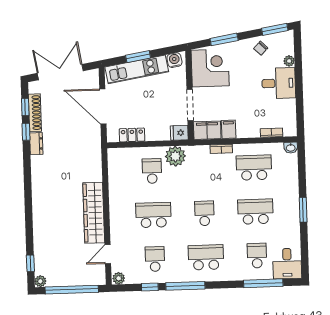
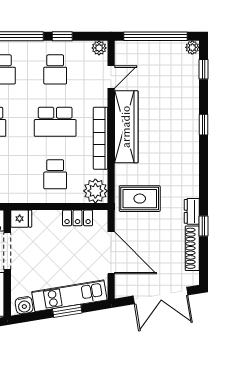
window: (25, 107) -> (203, 125), moved
rug: (80, 153) -> (140, 199), added
plant: (175, 156) -> (95, 191), moved
bookcase: (115, 202) -> (101, 138), added

